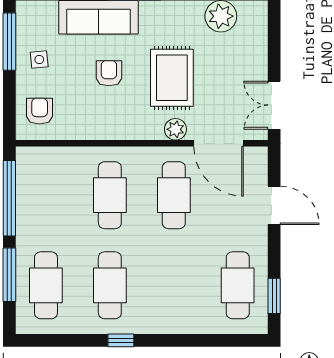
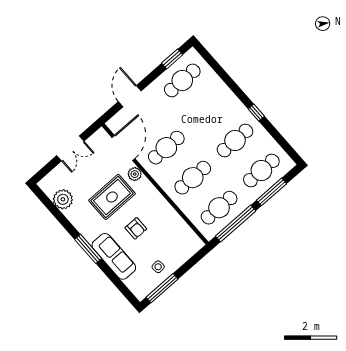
armchair: (109, 73) -> (136, 228), turned -90
double door: (274, 105) -> (70, 148), moved
armchair: (40, 111) -> (182, 245), removed
cafe table: (46, 195) -> (219, 208), added

